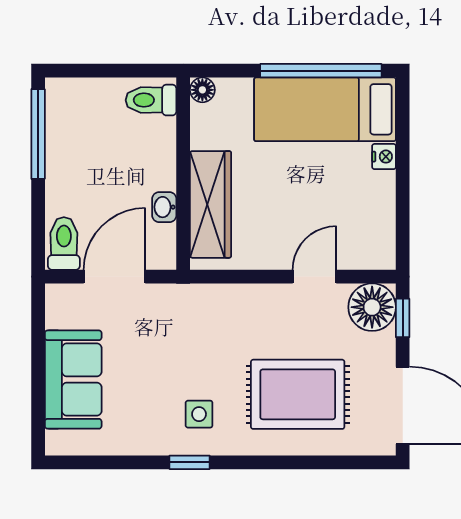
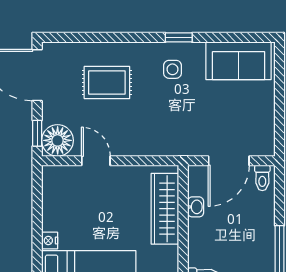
toilet: (64, 243) -> (262, 178), width x0.73, depth x0.72
door: (314, 277) -> (96, 161), swing flipped
sofa: (73, 380) -> (239, 61), moved, turned -90
rug: (298, 394) -> (107, 82), width x0.73, depth x0.70

